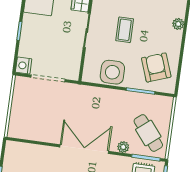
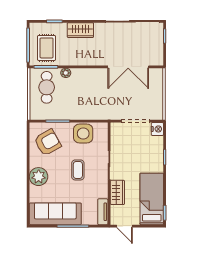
plant: (178, 24) -> (39, 177), width x1.87, depth x1.87
armchair: (156, 67) -> (48, 142), turned -99
cafe table: (148, 133) -> (47, 87), turned 39
double door: (84, 149) -> (128, 67), moved

